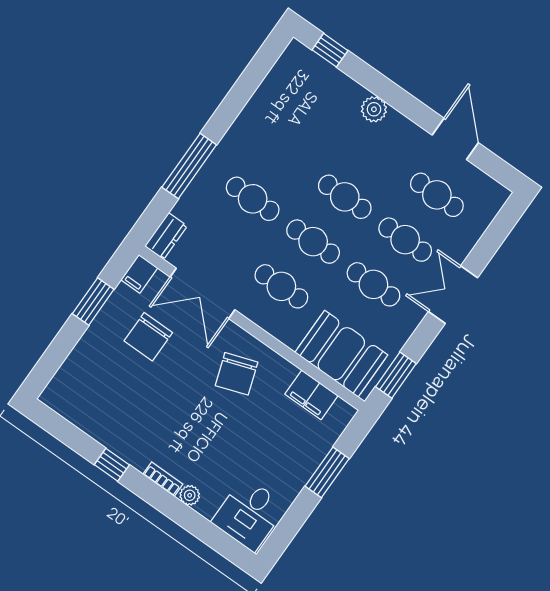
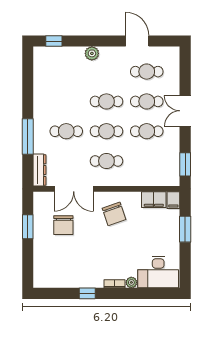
dresser: (166, 236) -> (40, 170), width x1.44
filing cabinet: (139, 274) -> (173, 200), moved
booth: (341, 354) -> (154, 172), removed
desk: (249, 514) -> (158, 272), width x1.37

